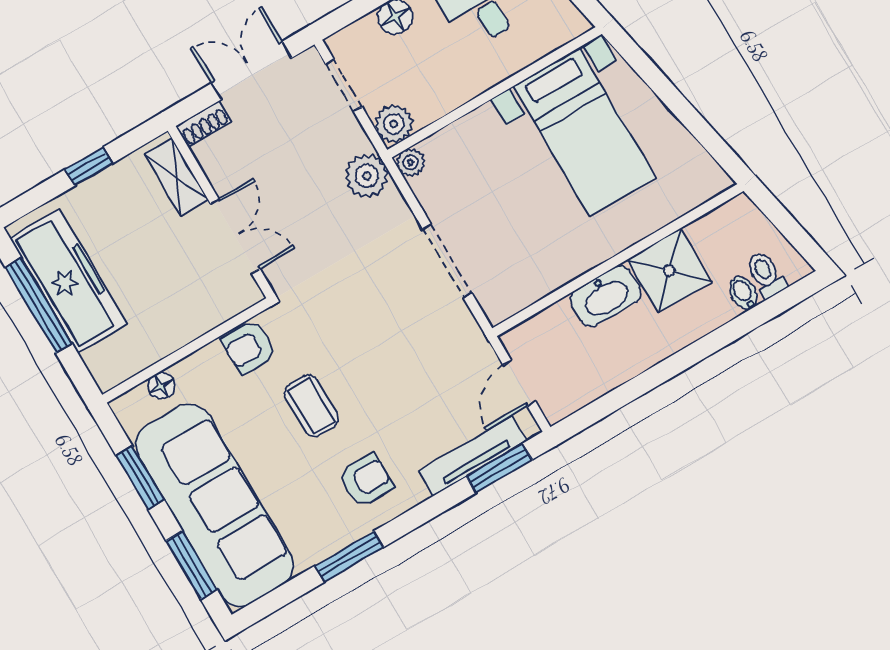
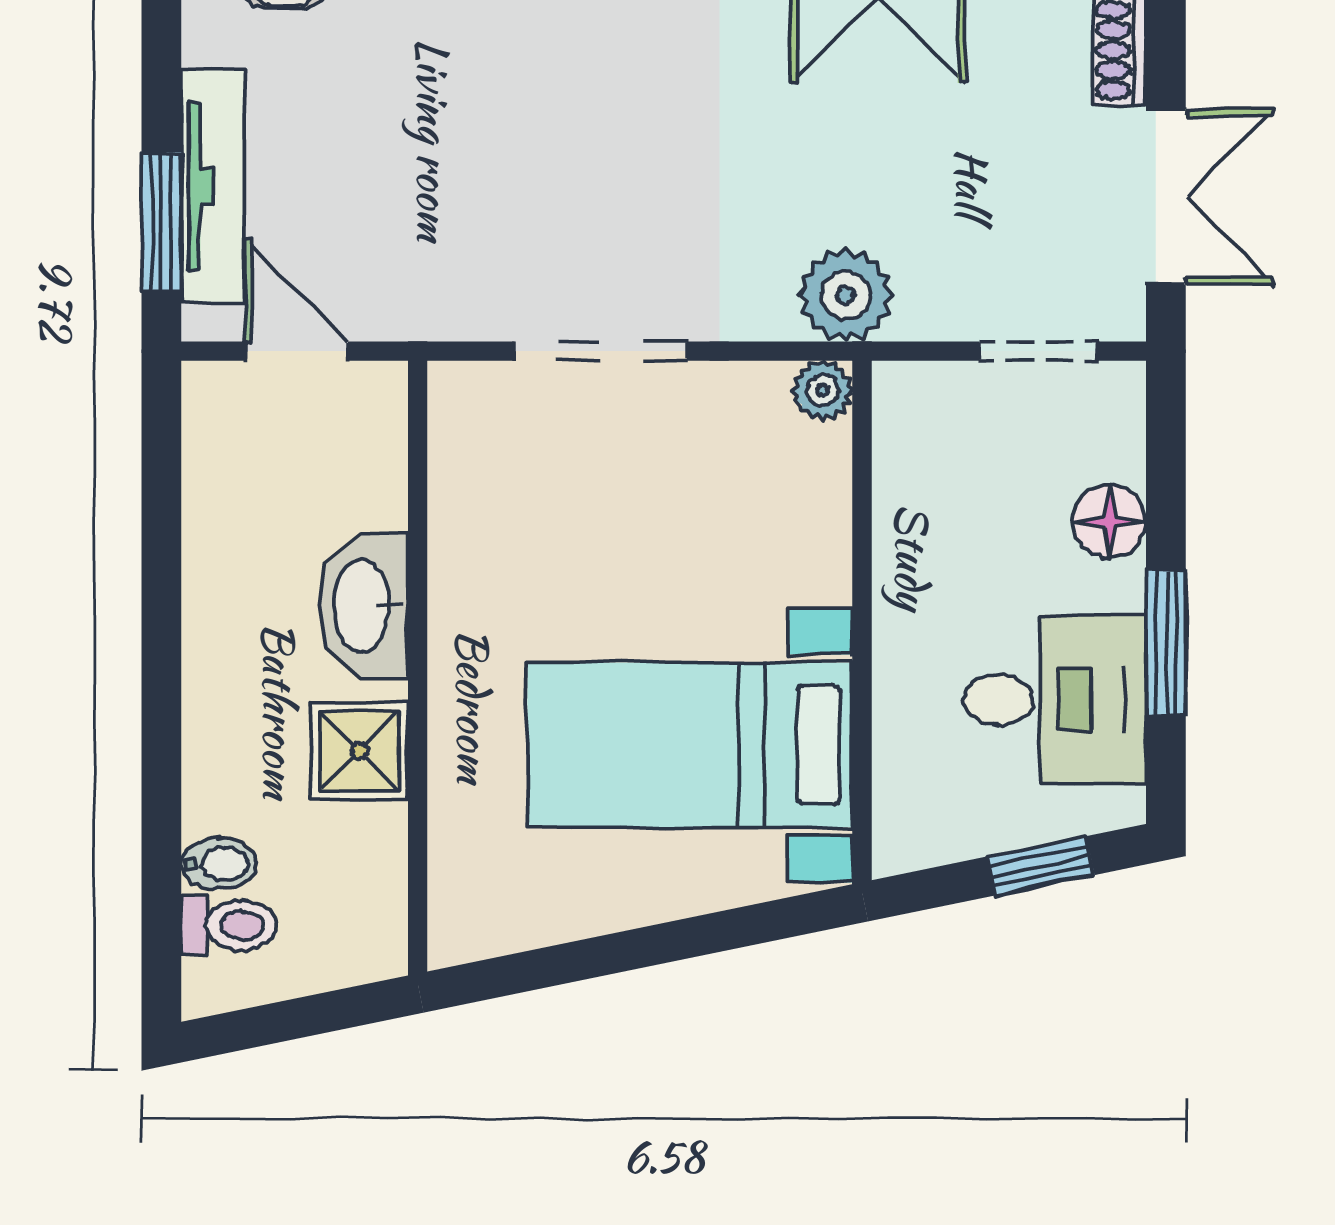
plant: (394, 124) -> (912, 402), removed
shower: (669, 271) -> (359, 751), width x0.73, depth x0.73

